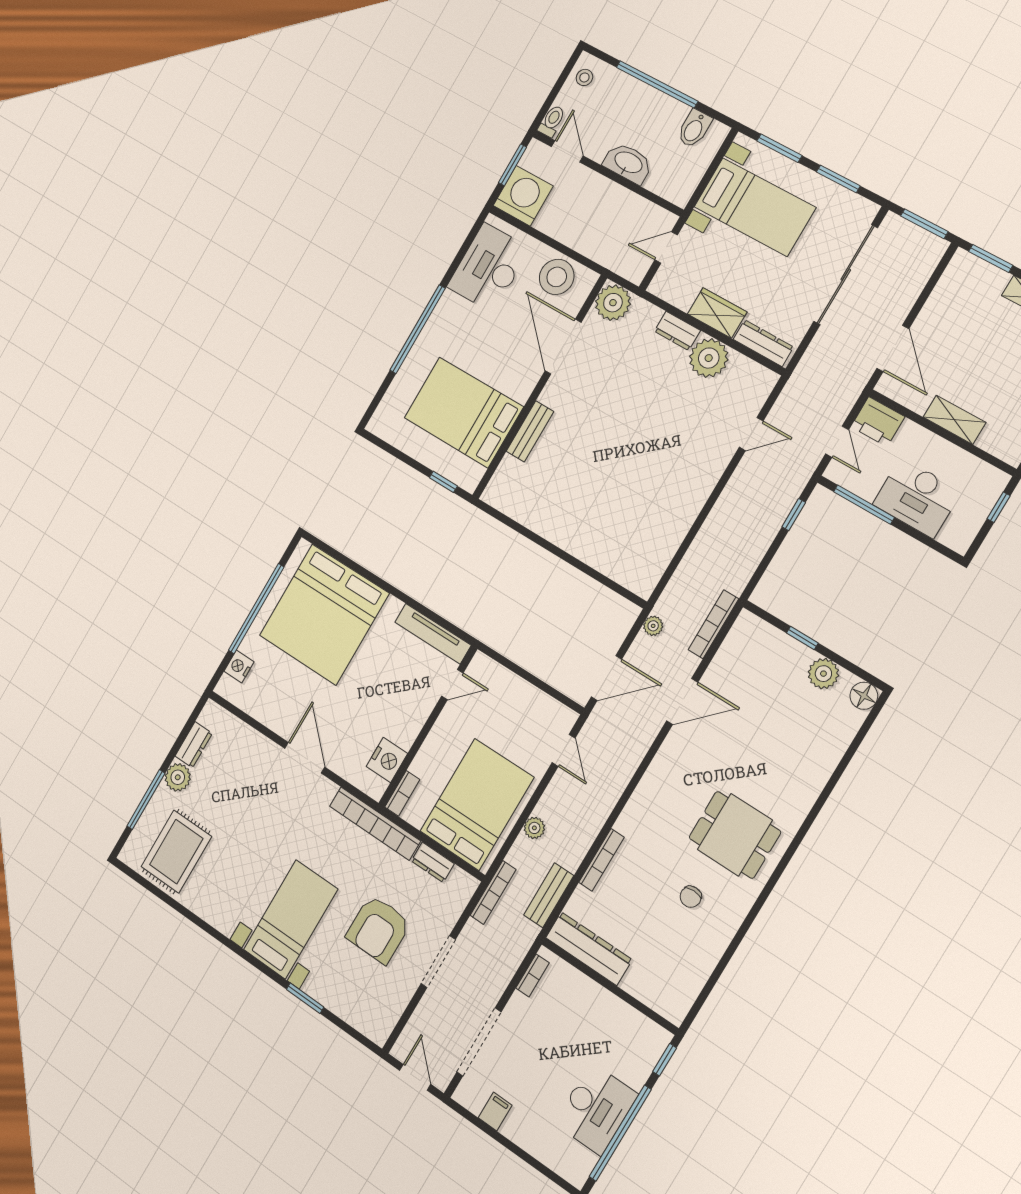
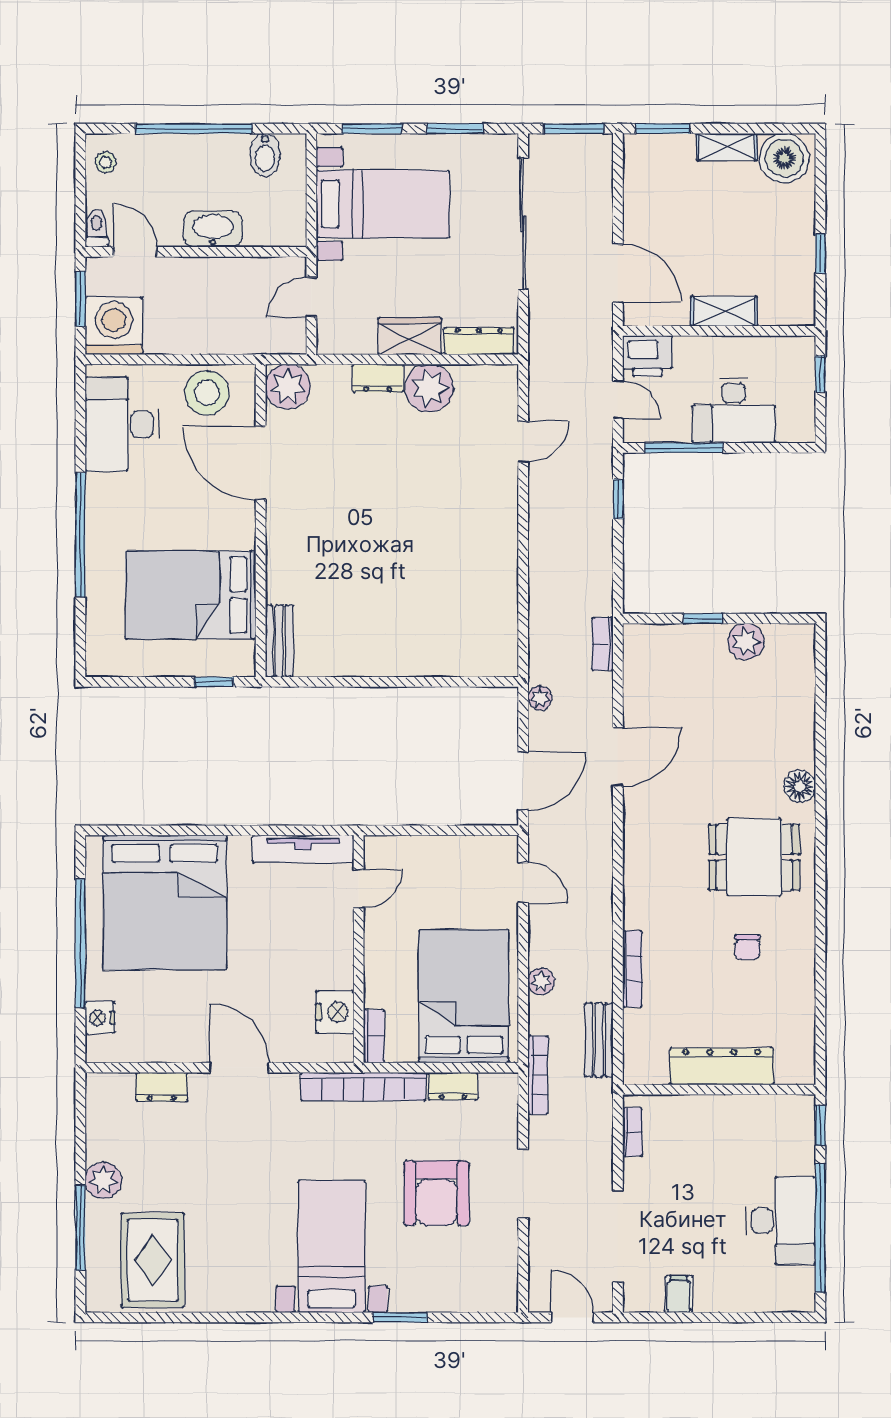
bench: (530, 431) -> (279, 641), moved
bookcase: (713, 624) -> (603, 644), width x0.64
floor lamp: (864, 696) -> (800, 786), moved
dresser: (194, 745) -> (162, 1087), moved, turned 90
dresser: (589, 949) -> (722, 1066), moved

